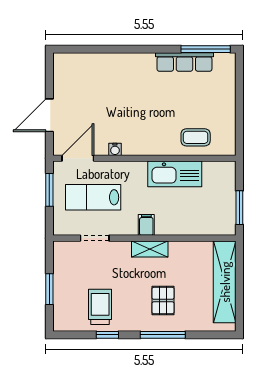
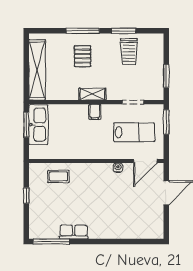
row of seats: (184, 62) -> (74, 232), width x0.68
window: (239, 112) -> (26, 195), added
kitchen sink: (175, 174) -> (38, 125), moved, turned 90
window: (49, 190) -> (166, 122), moved
window: (49, 289) -> (166, 76), moved
window: (107, 335) -> (124, 31), width x1.50

